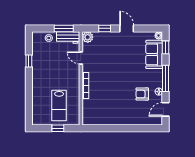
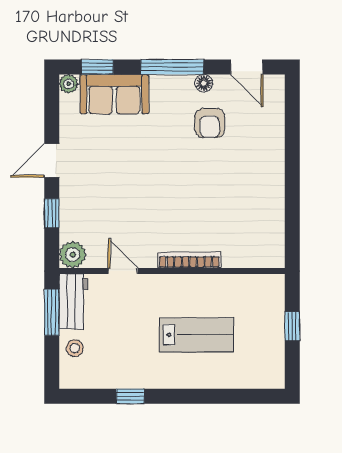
door: (81, 58) -> (123, 271), swing flipped
lab bench: (59, 106) -> (197, 335), moved

